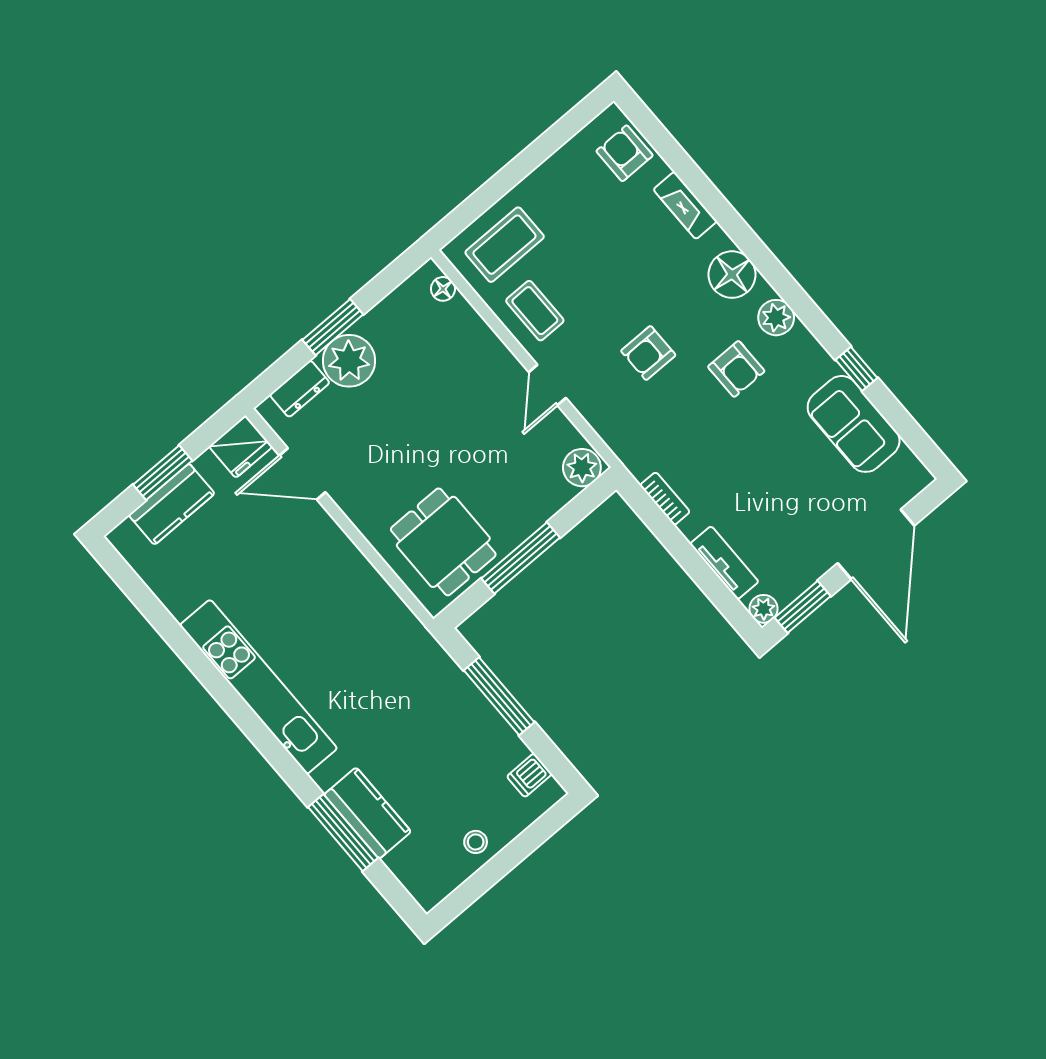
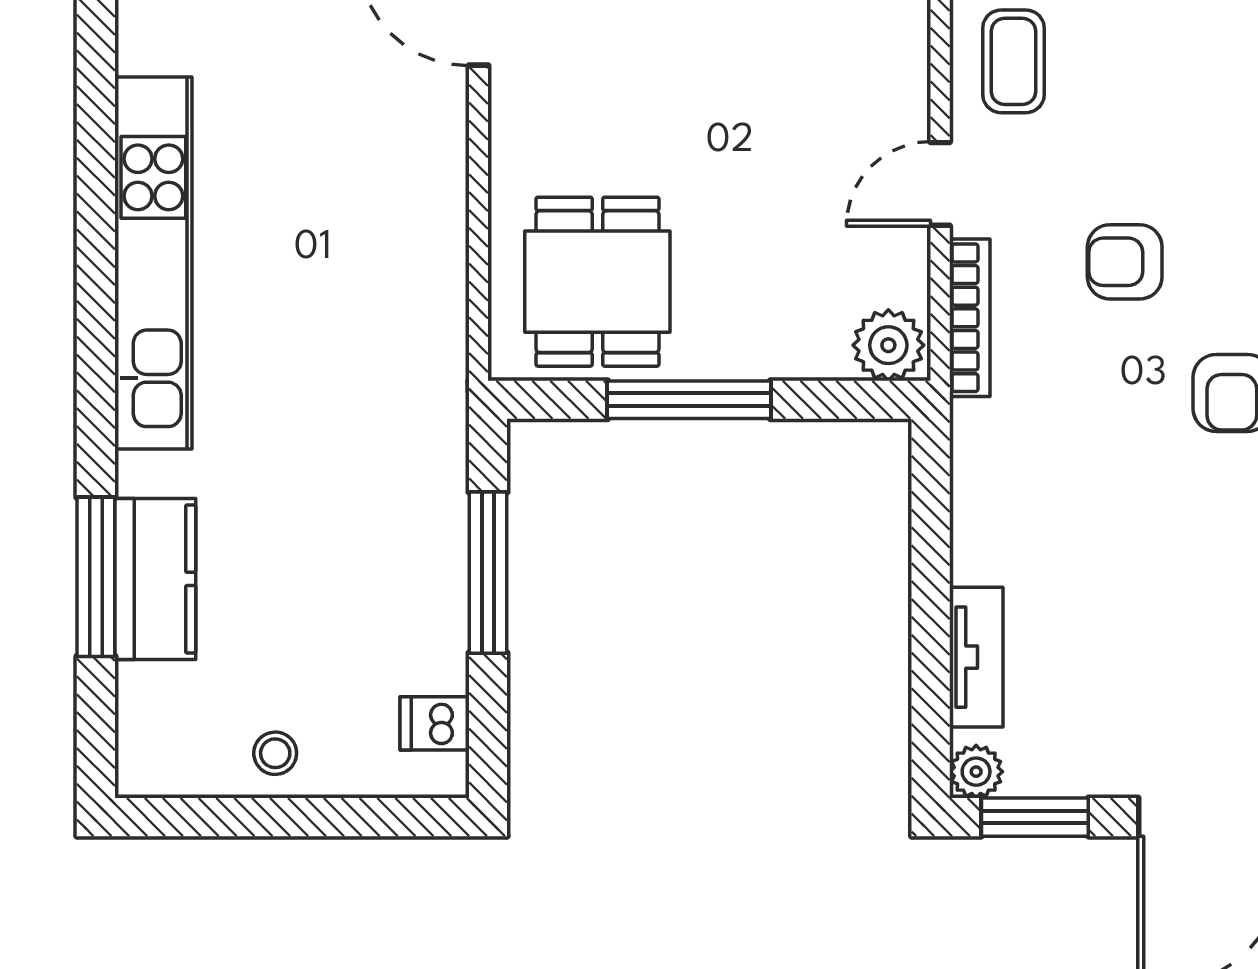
bookcase: (665, 499) -> (970, 318), moved, width x1.56

